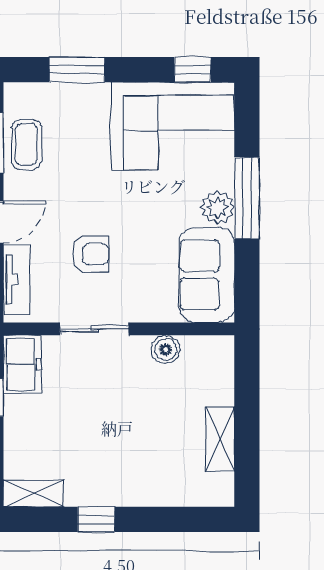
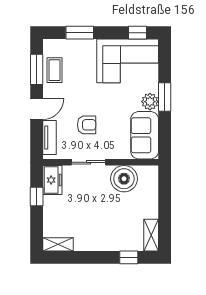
window: (247, 198) -> (165, 97), width x0.69
boiler: (166, 349) -> (124, 179), width x1.86, depth x1.86
shelving: (220, 439) -> (151, 235), moved
window: (96, 519) -> (129, 257), moved

